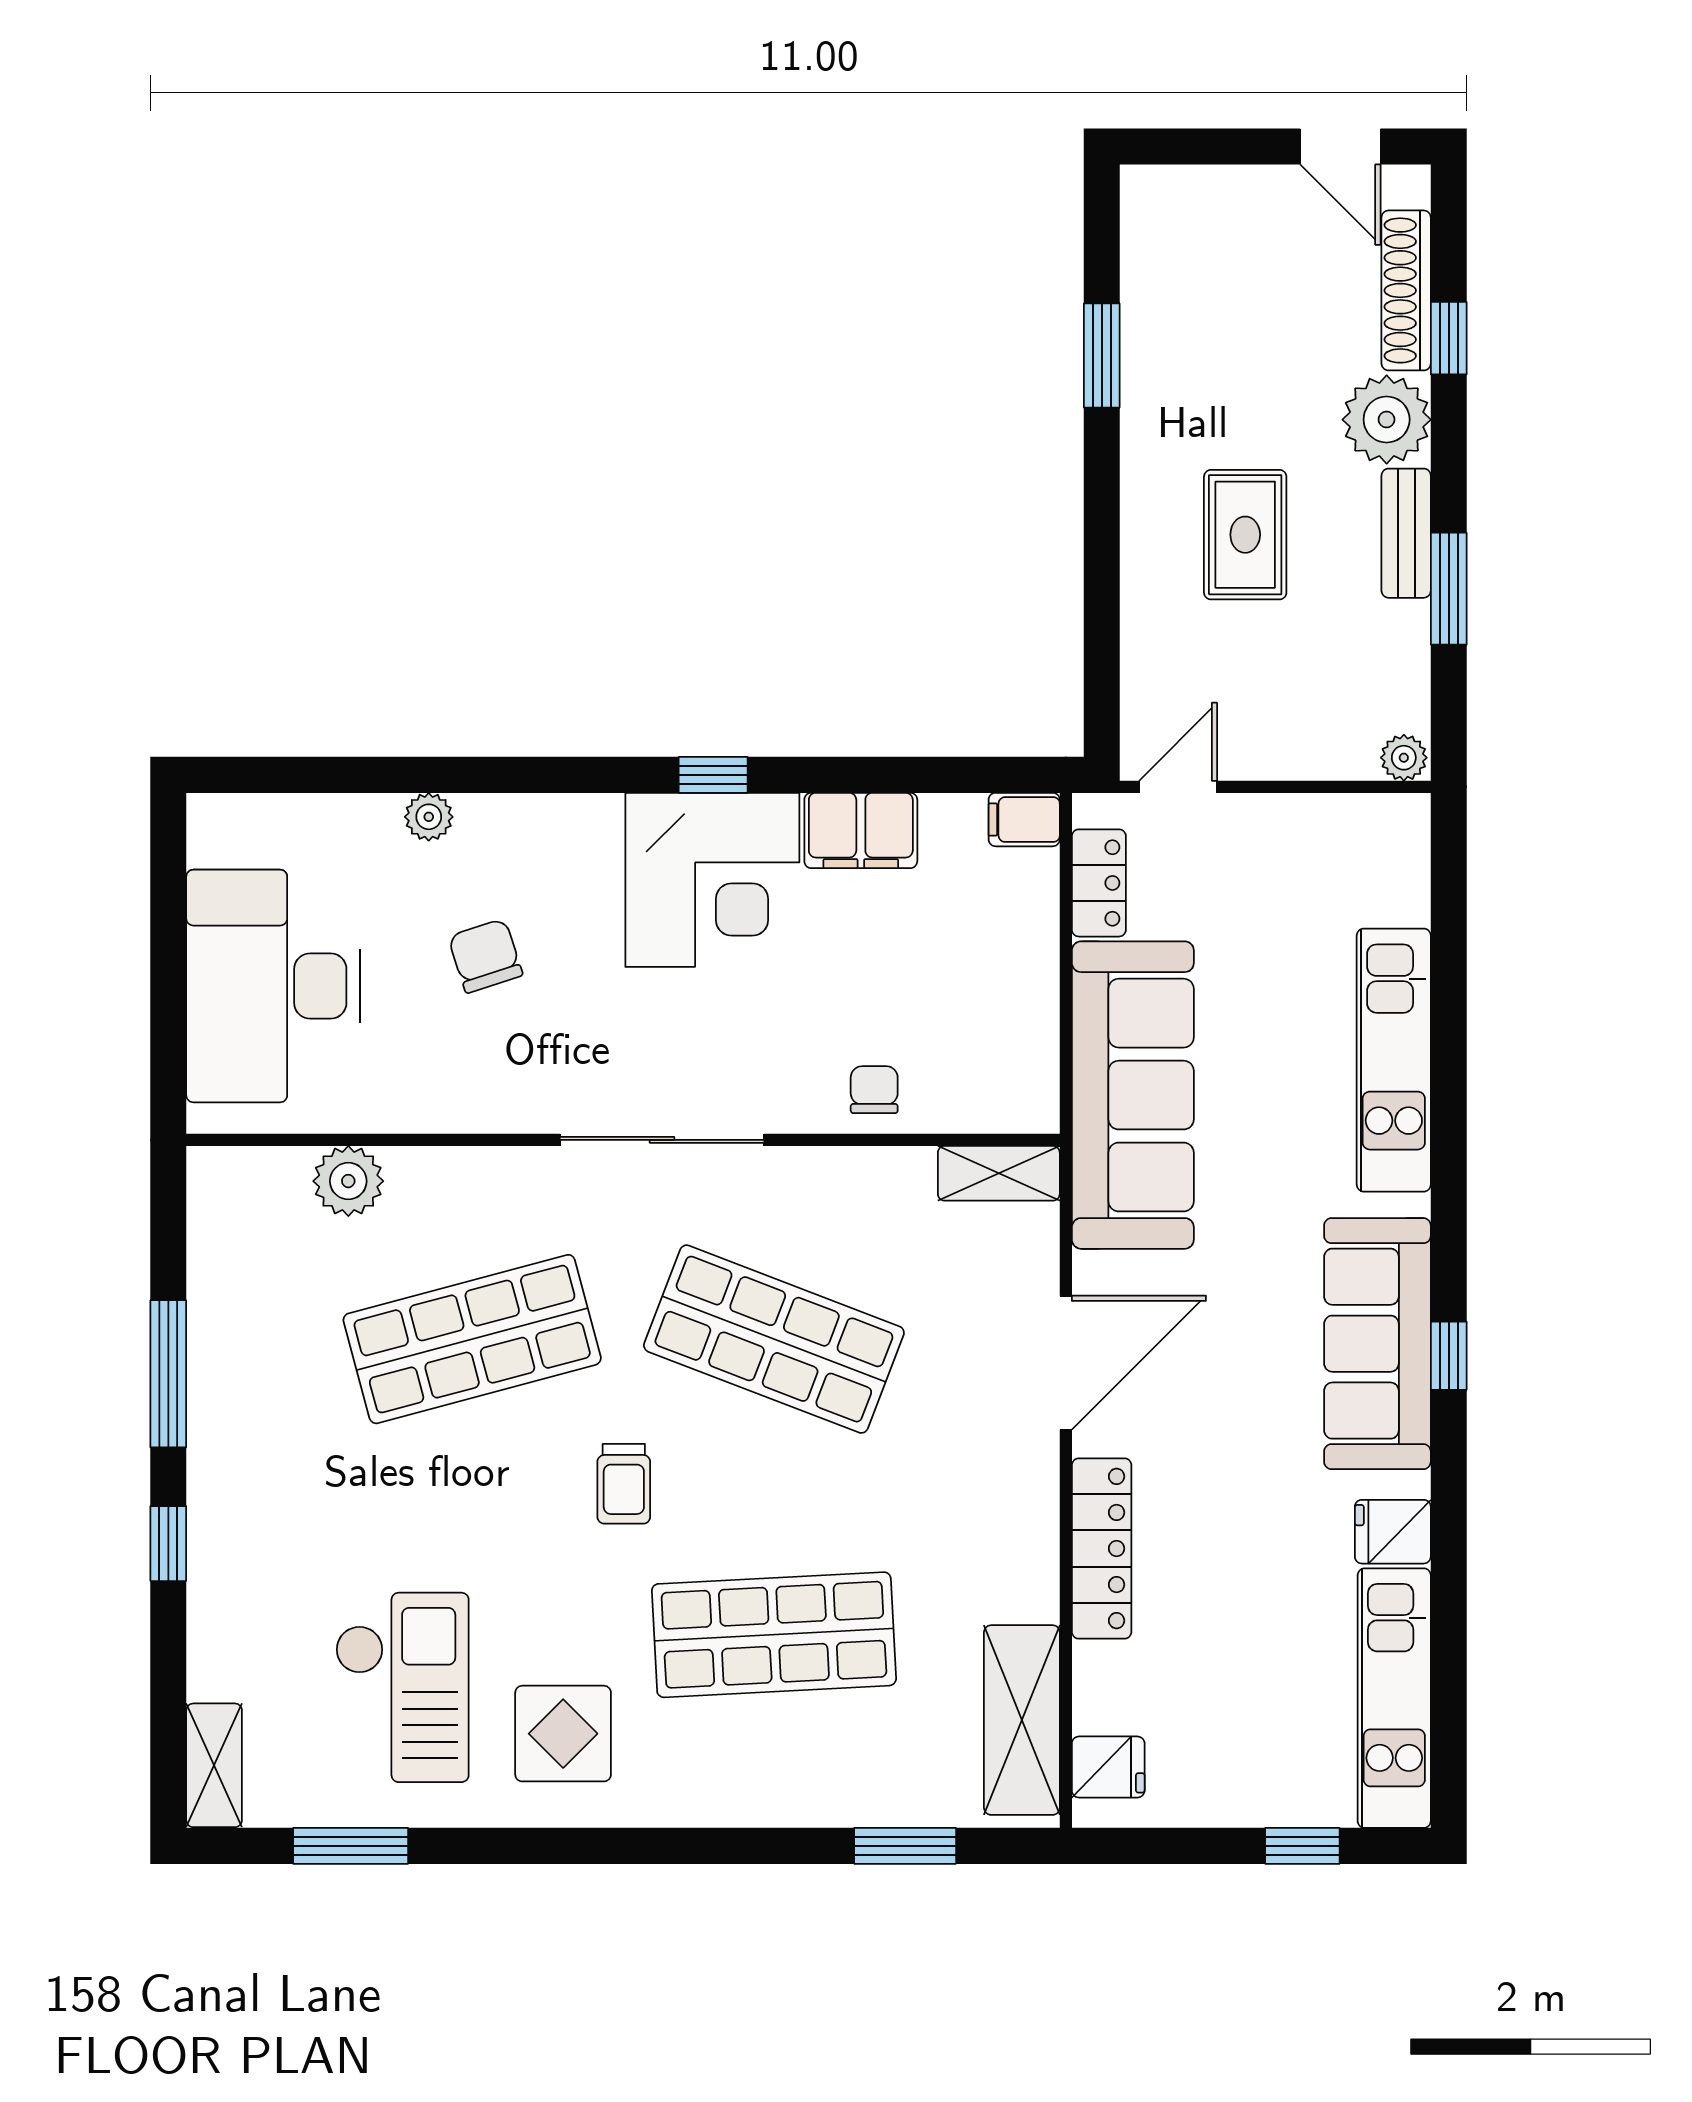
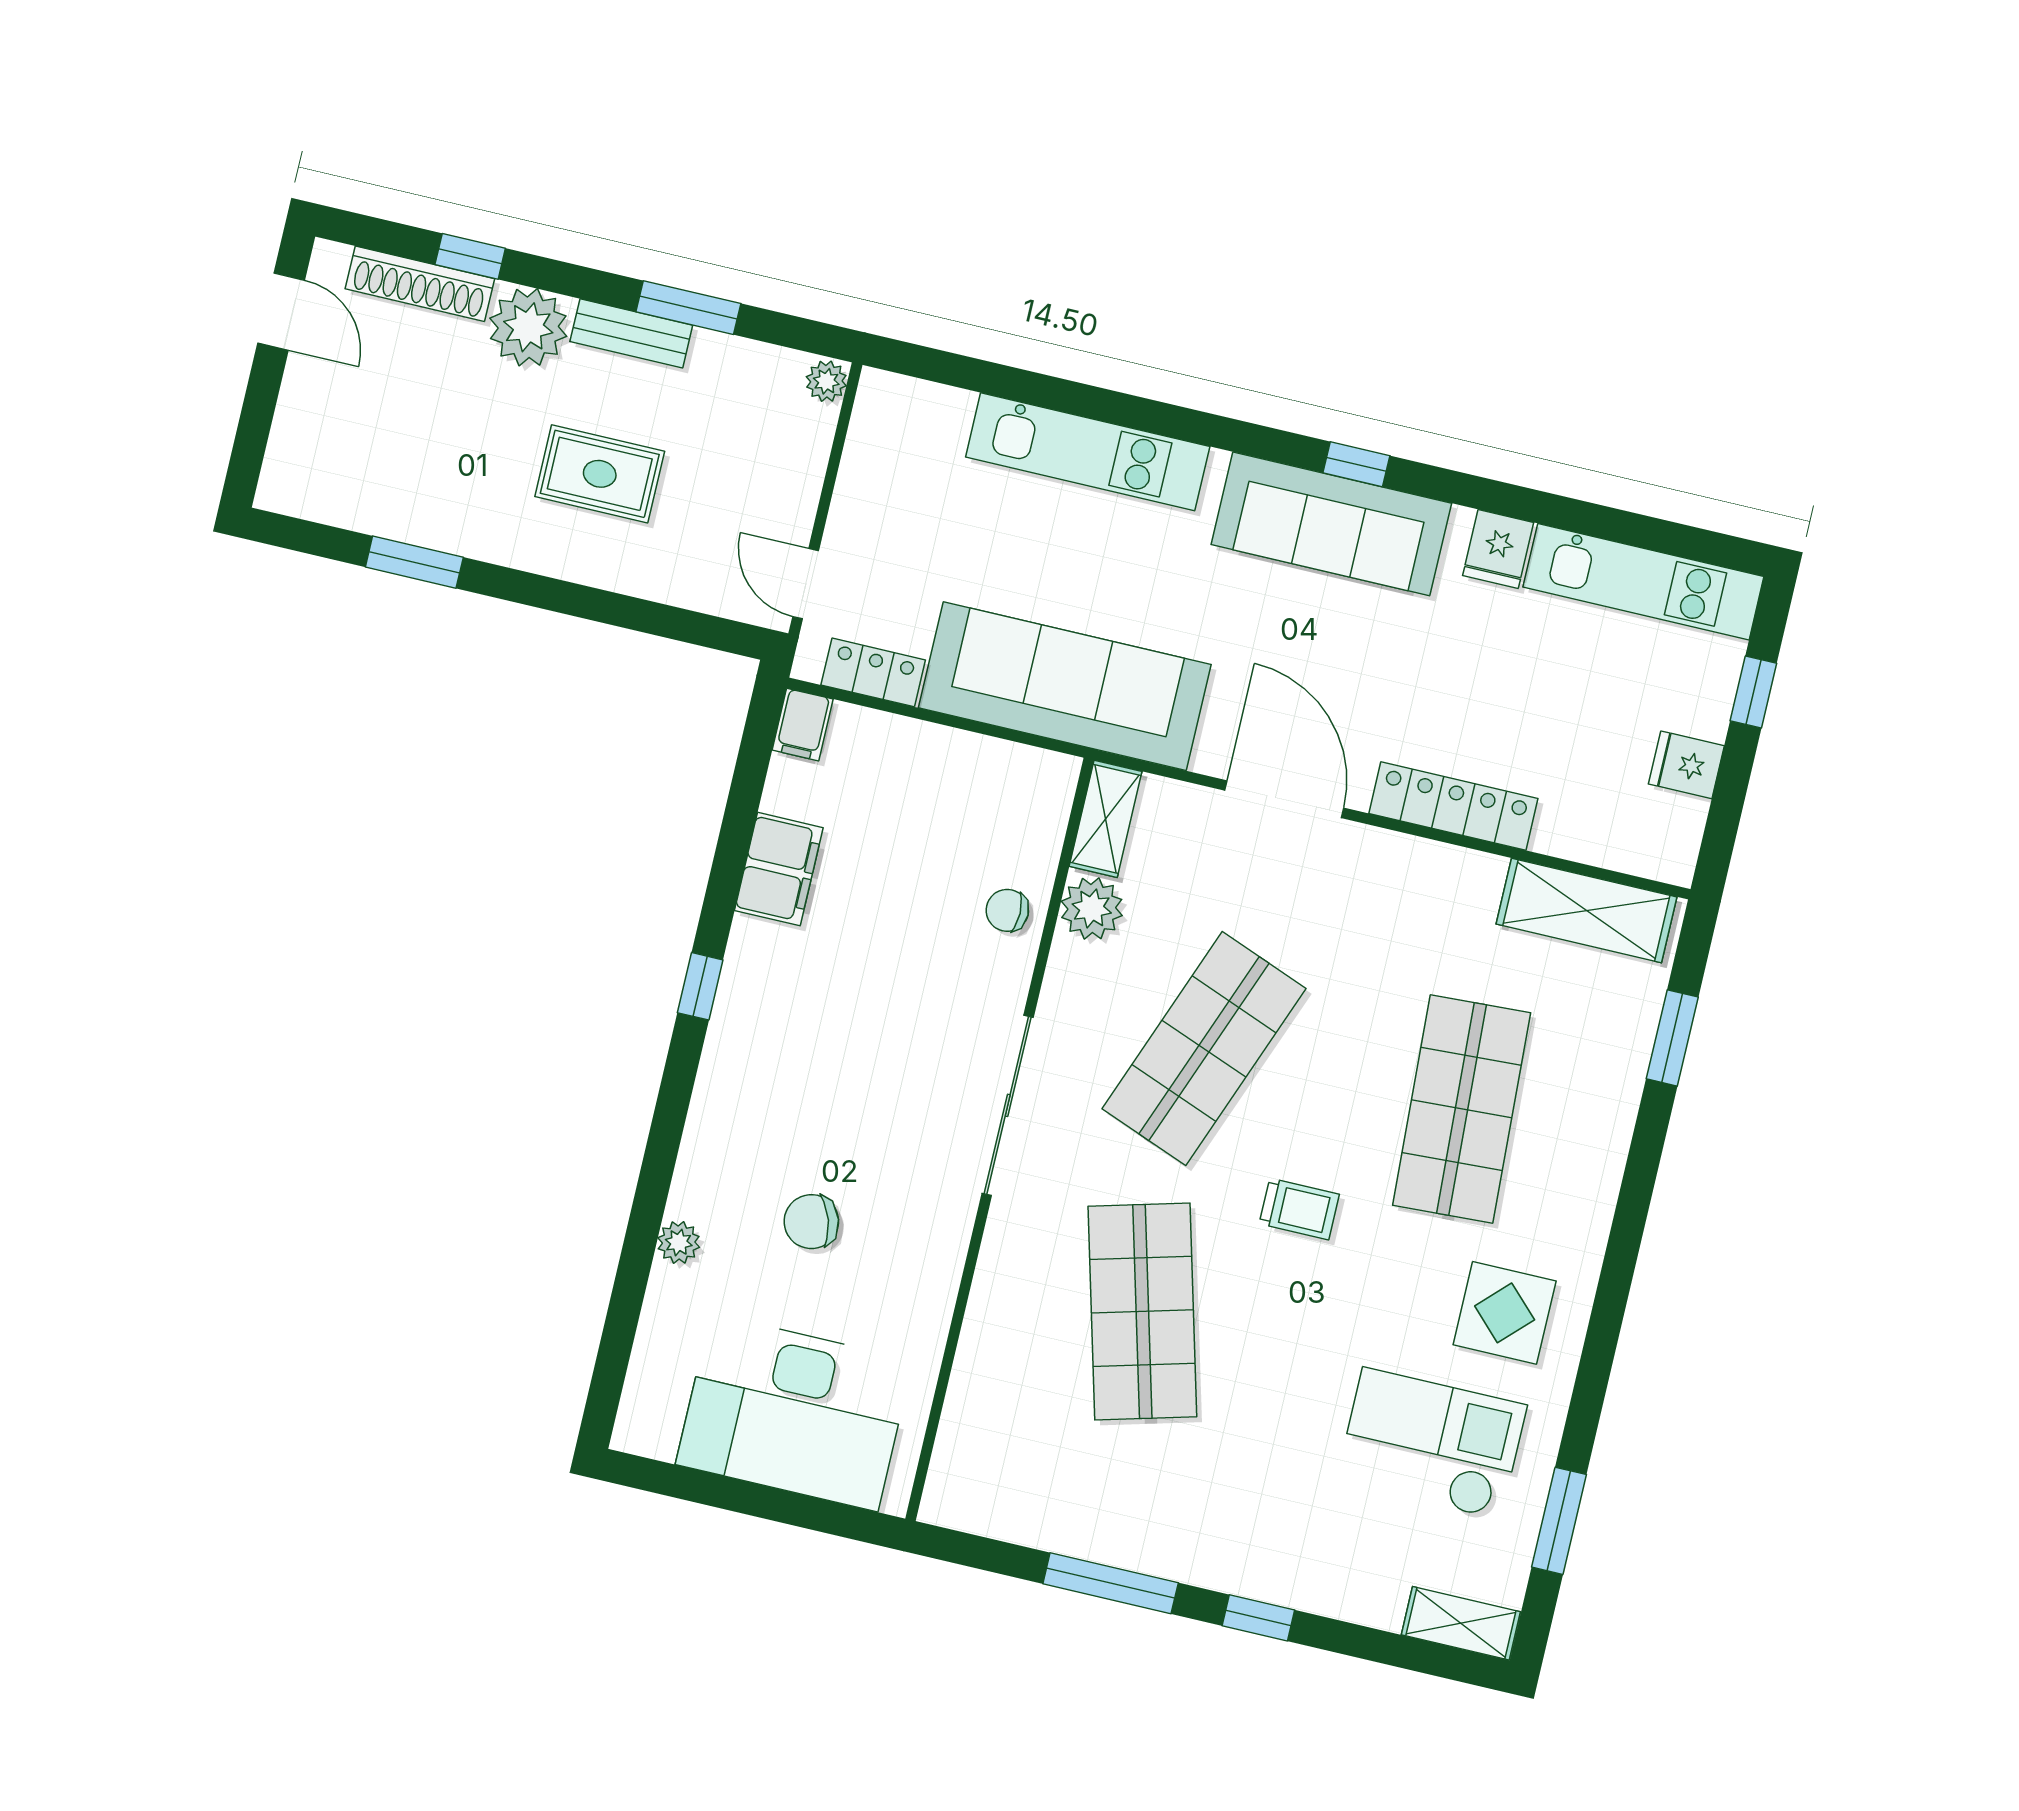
door: (1340, 147) -> (281, 312), hinge flipped
corner desk: (712, 880) -> (792, 1008), removed
plant: (348, 1181) -> (1092, 908), moved
fridge: (1108, 1767) -> (1686, 765), moved, turned -90

